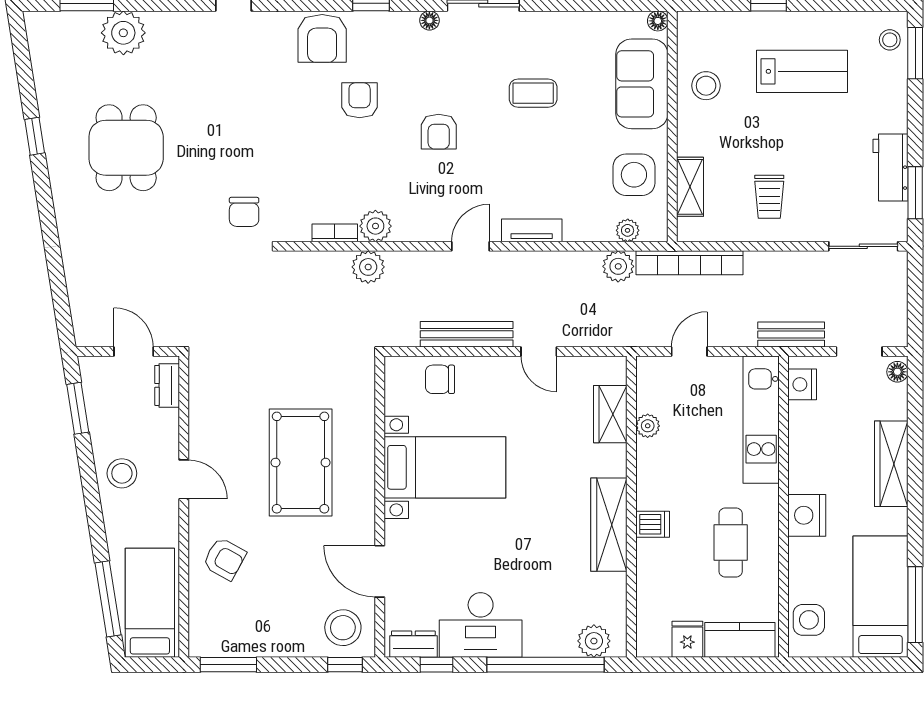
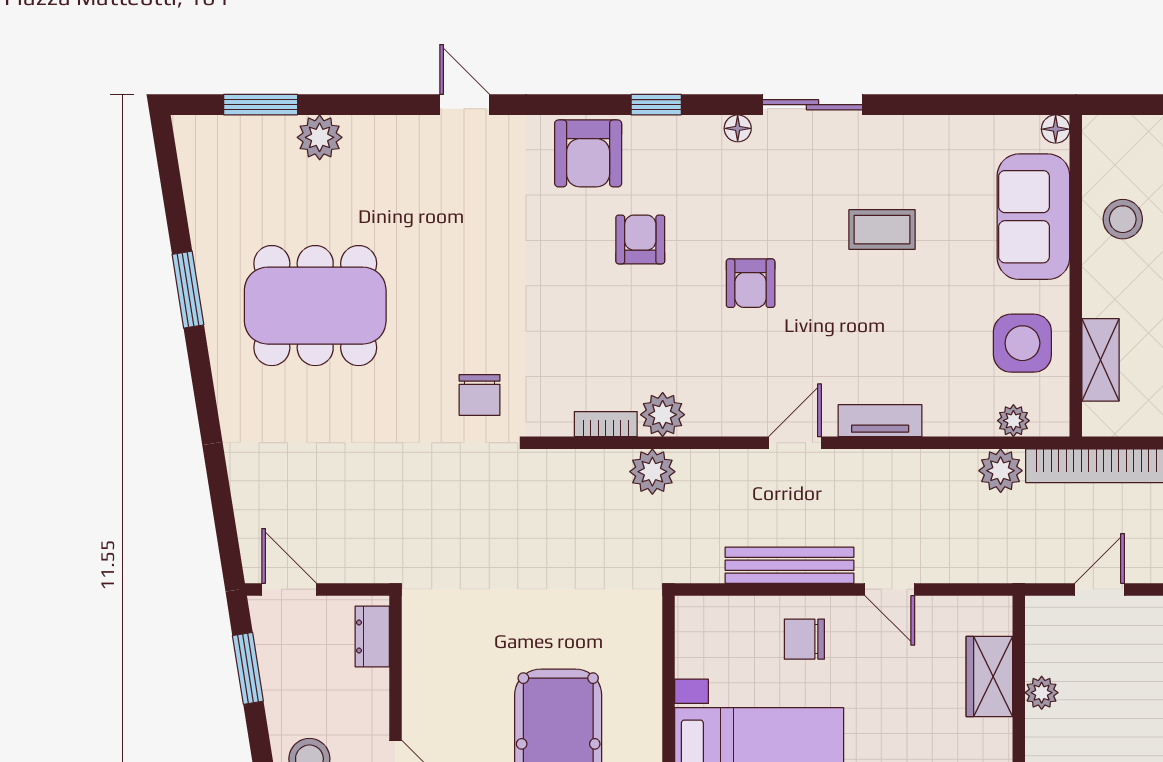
plant: (123, 33) -> (320, 137), width x0.73, depth x0.73
window: (35, 136) -> (188, 290), width x1.50
dining table: (126, 148) -> (315, 306), width x1.38
door: (134, 352) -> (289, 589), moved
chair: (440, 379) -> (804, 639), moved

